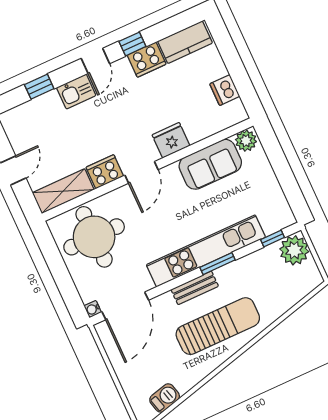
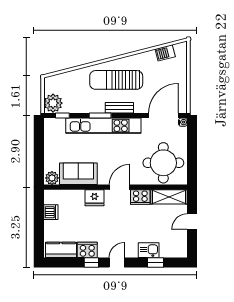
kitchen sink: (76, 91) -> (149, 250), moved

